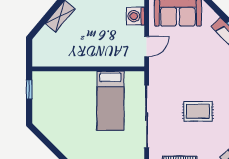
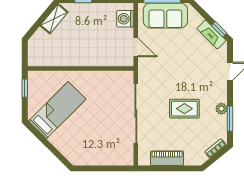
door: (147, 47) -> (136, 47), hinge flipped
bed: (110, 101) -> (57, 110), moved, turned -135

